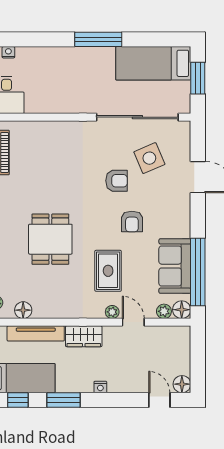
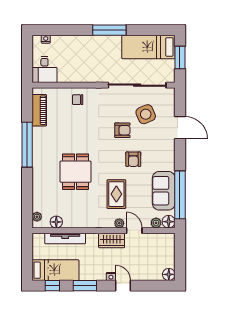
chair: (53, 138) -> (78, 100), added
wardrobe: (84, 336) -> (112, 240), moved
door: (159, 400) -> (123, 286), moved

